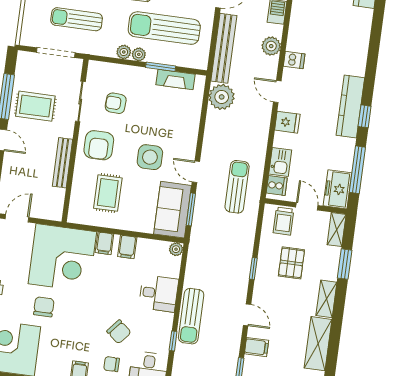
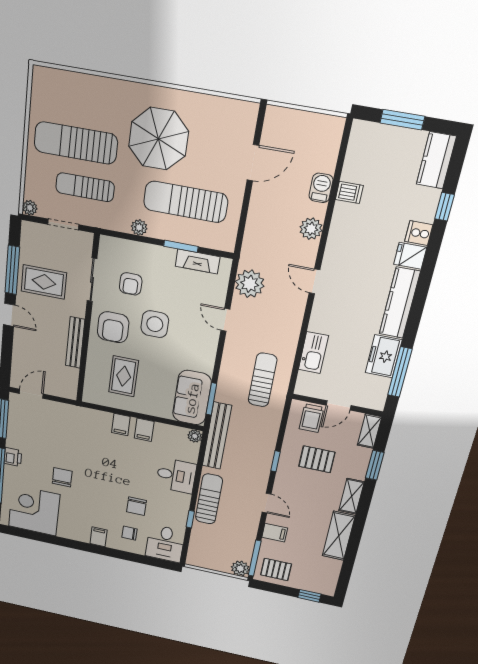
bench: (224, 48) -> (217, 436), moved
doorway: (56, 53) -> (63, 224), width x0.73
plant: (139, 54) -> (30, 208), moved
dishwasher: (294, 60) -> (349, 192), moved
armchair: (116, 103) -> (131, 284), turned -93
window: (365, 116) -> (444, 207), moved
fridge: (287, 122) -> (410, 256), moved, turned 180
side table: (150, 157) -> (155, 324), moved
kitchen sink: (280, 162) -> (313, 353), width x1.38
door: (196, 172) -> (225, 320), moved
cooker: (277, 186) -> (419, 233), moved, turned 180
freezer: (337, 189) -> (384, 356), moved
door: (307, 206) -> (339, 405), swing flipped
corner desk: (62, 258) -> (79, 435), removed
pallet: (291, 263) -> (317, 459), turned 90
sun lounger: (191, 316) -> (209, 499), turned 180
chair: (119, 332) -> (136, 506), turned 50

